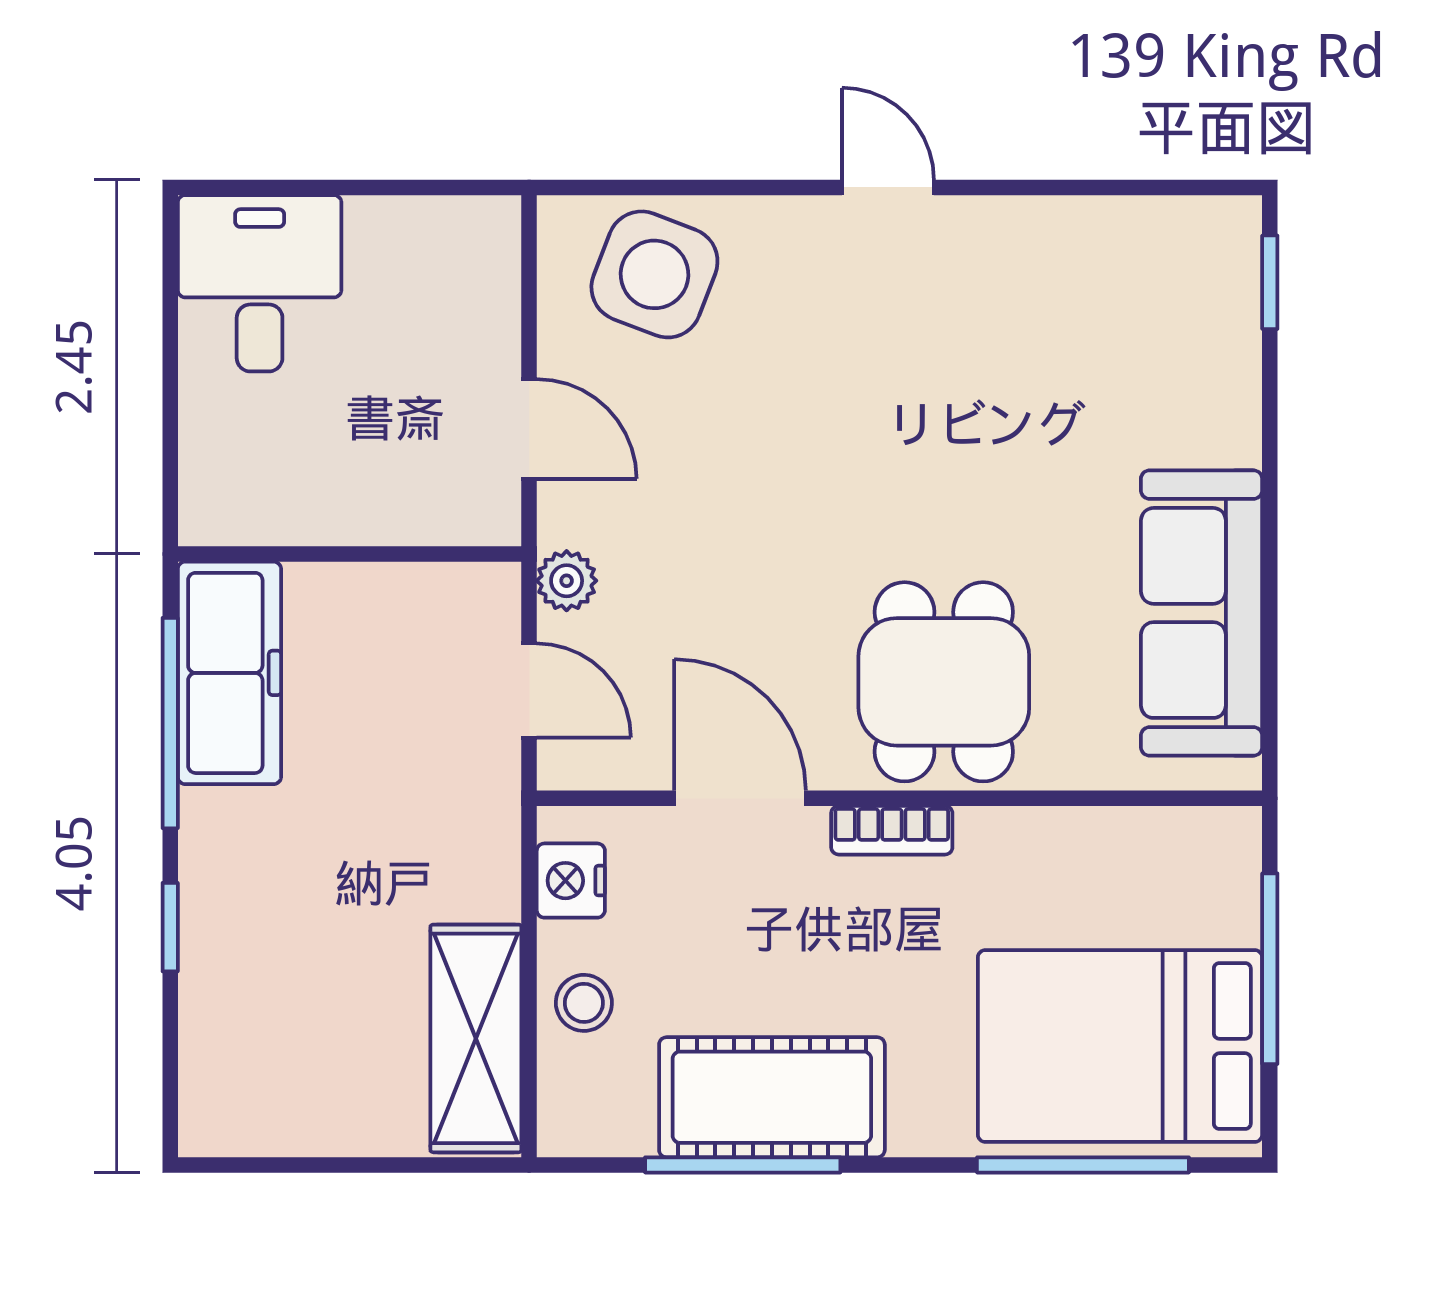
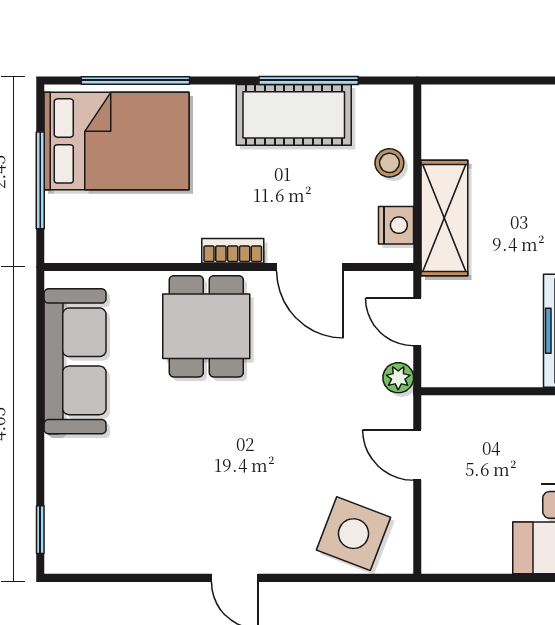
shelving: (476, 1038) -> (444, 218), moved

